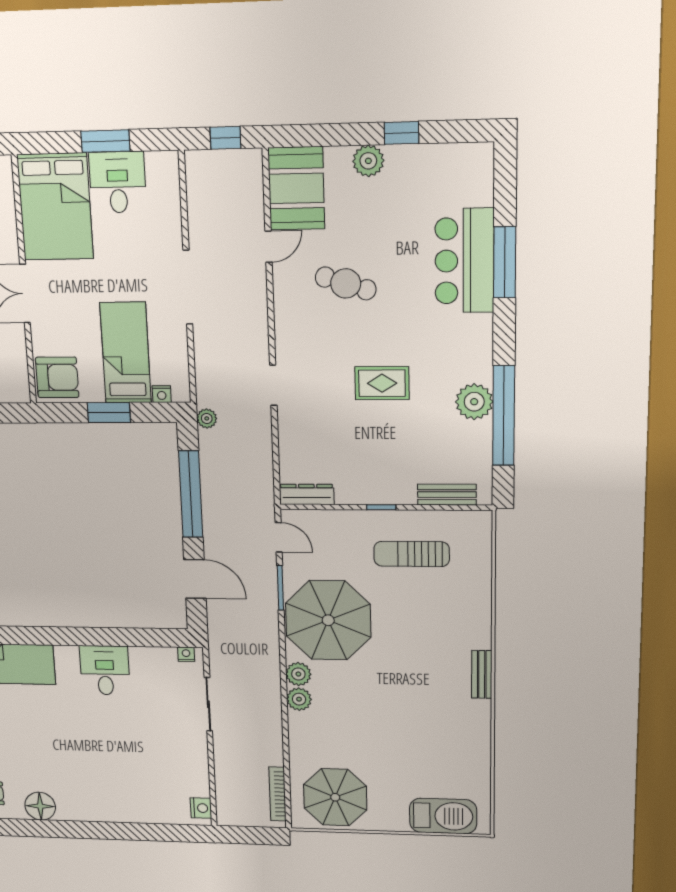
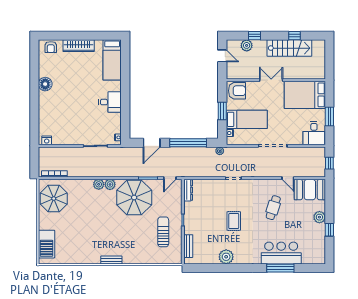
desk: (118, 182) -> (314, 133), moved, turned 90
armchair: (57, 377) -> (237, 91), turned -90
window: (504, 416) -> (220, 268), removed
floor lamp: (40, 806) -> (45, 84), moved

